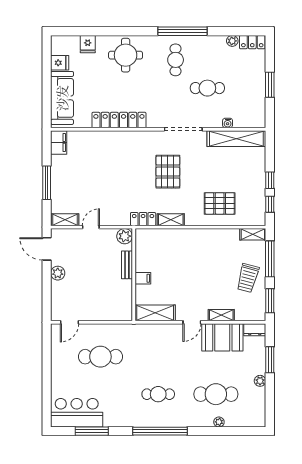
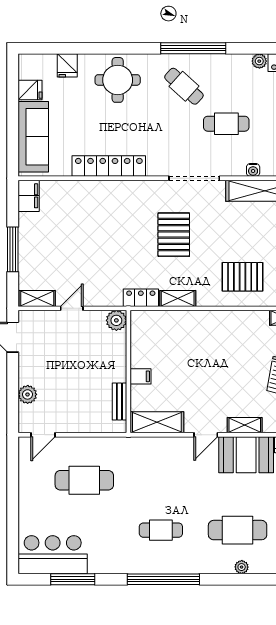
cafe table: (176, 60) -> (184, 86), turned -48
bench: (127, 265) -> (119, 401), moved
plant: (58, 273) -> (28, 394), moved

